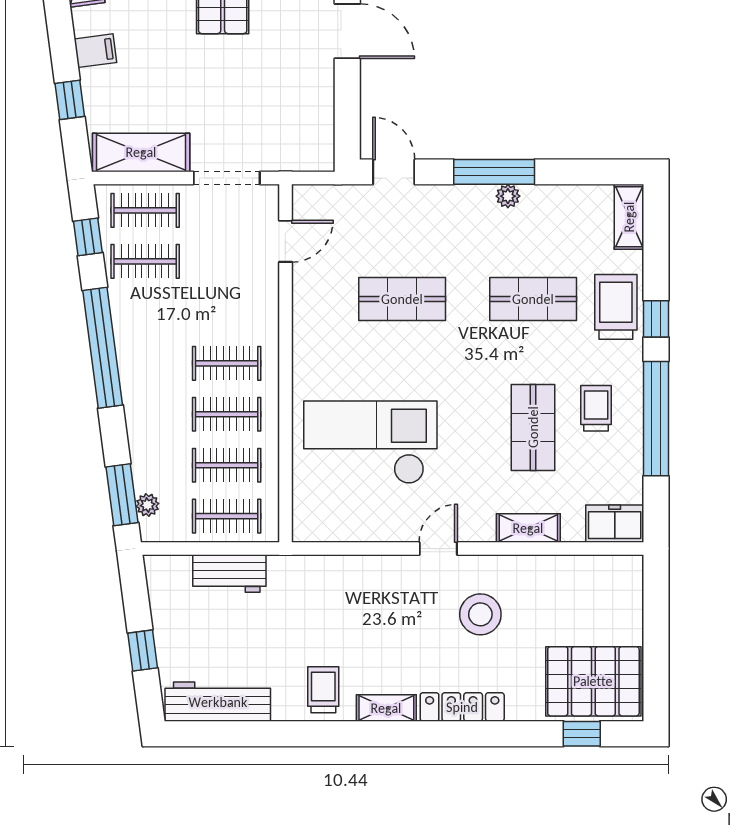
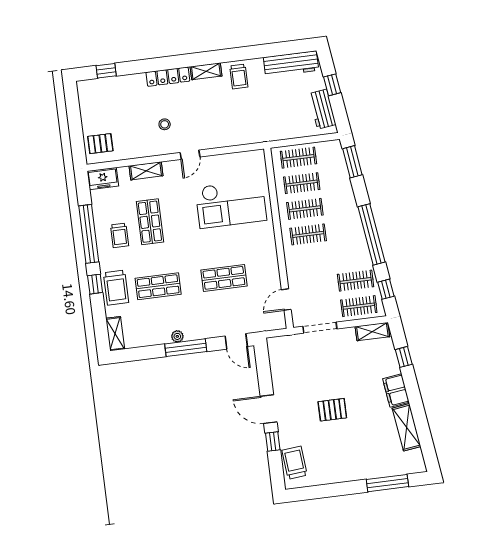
filing cabinet: (95, 51) -> (396, 390), width x2.00
shelving: (141, 152) -> (372, 332), width x0.67, depth x0.75
plant: (147, 505) -> (339, 158), removed
workbench: (229, 574) -> (322, 109), moved, turned -98
stool: (480, 614) -> (165, 124), width x0.53, depth x0.53
pallet: (593, 681) -> (100, 144), moved, width x0.49, depth x0.50

